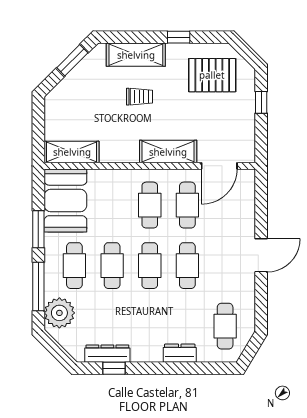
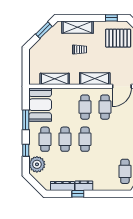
window: (179, 37) -> (111, 18), moved
shelving: (72, 152) -> (55, 79), moved
cafe table: (187, 266) -> (105, 139), removed
window: (38, 286) -> (26, 150), width x0.46
dresser: (180, 353) -> (84, 186), moved
window: (114, 368) -> (78, 194), moved

